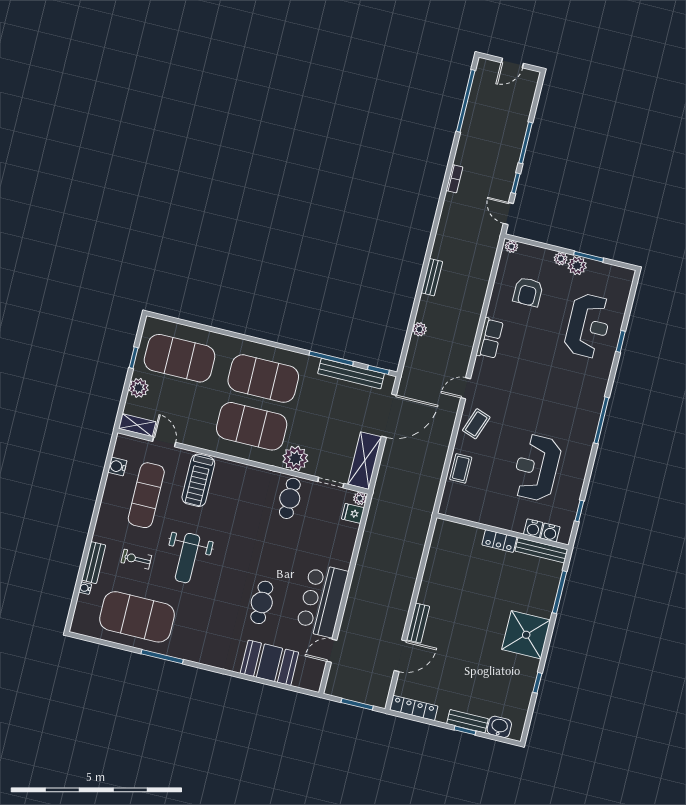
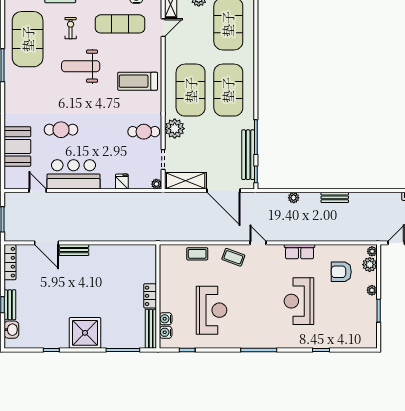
plant: (577, 266) -> (370, 265), moved
reception desk: (588, 326) -> (299, 301), moved, turned 90
reception desk: (536, 468) -> (211, 310), turned 90
treadmill: (198, 480) -> (138, 81), moved
fridge: (353, 513) -> (122, 182), moved

